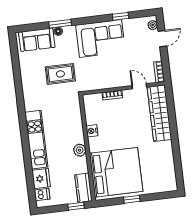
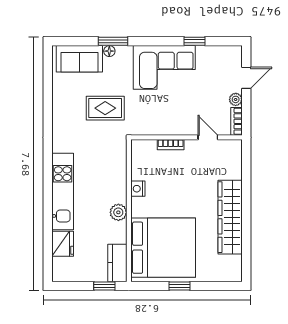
plant: (153, 25) -> (236, 99), moved
wardrobe: (159, 113) -> (230, 217), moved
dishwasher: (42, 195) -> (61, 265), removed

